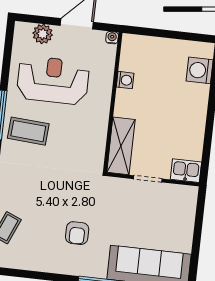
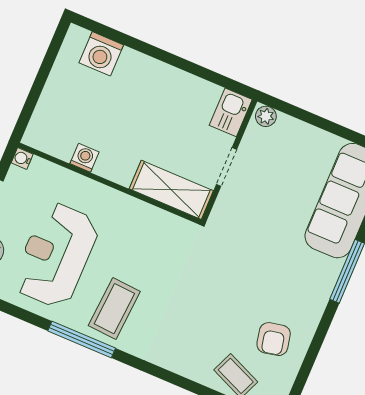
plant: (190, 195) -> (266, 116), added
armchair: (77, 233) -> (274, 339), moved, turned 78

